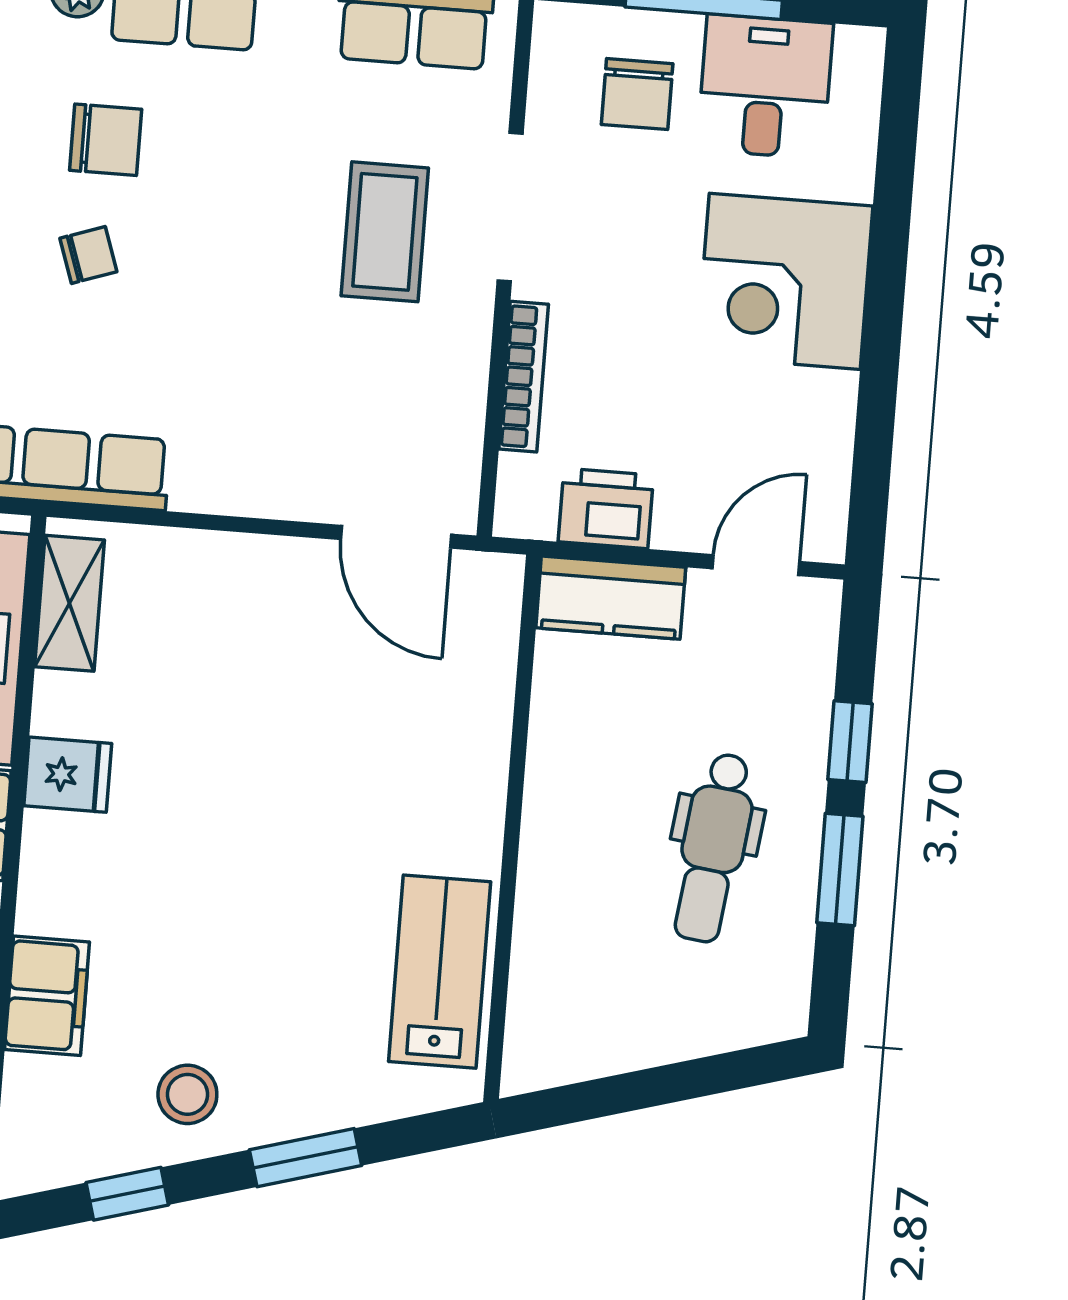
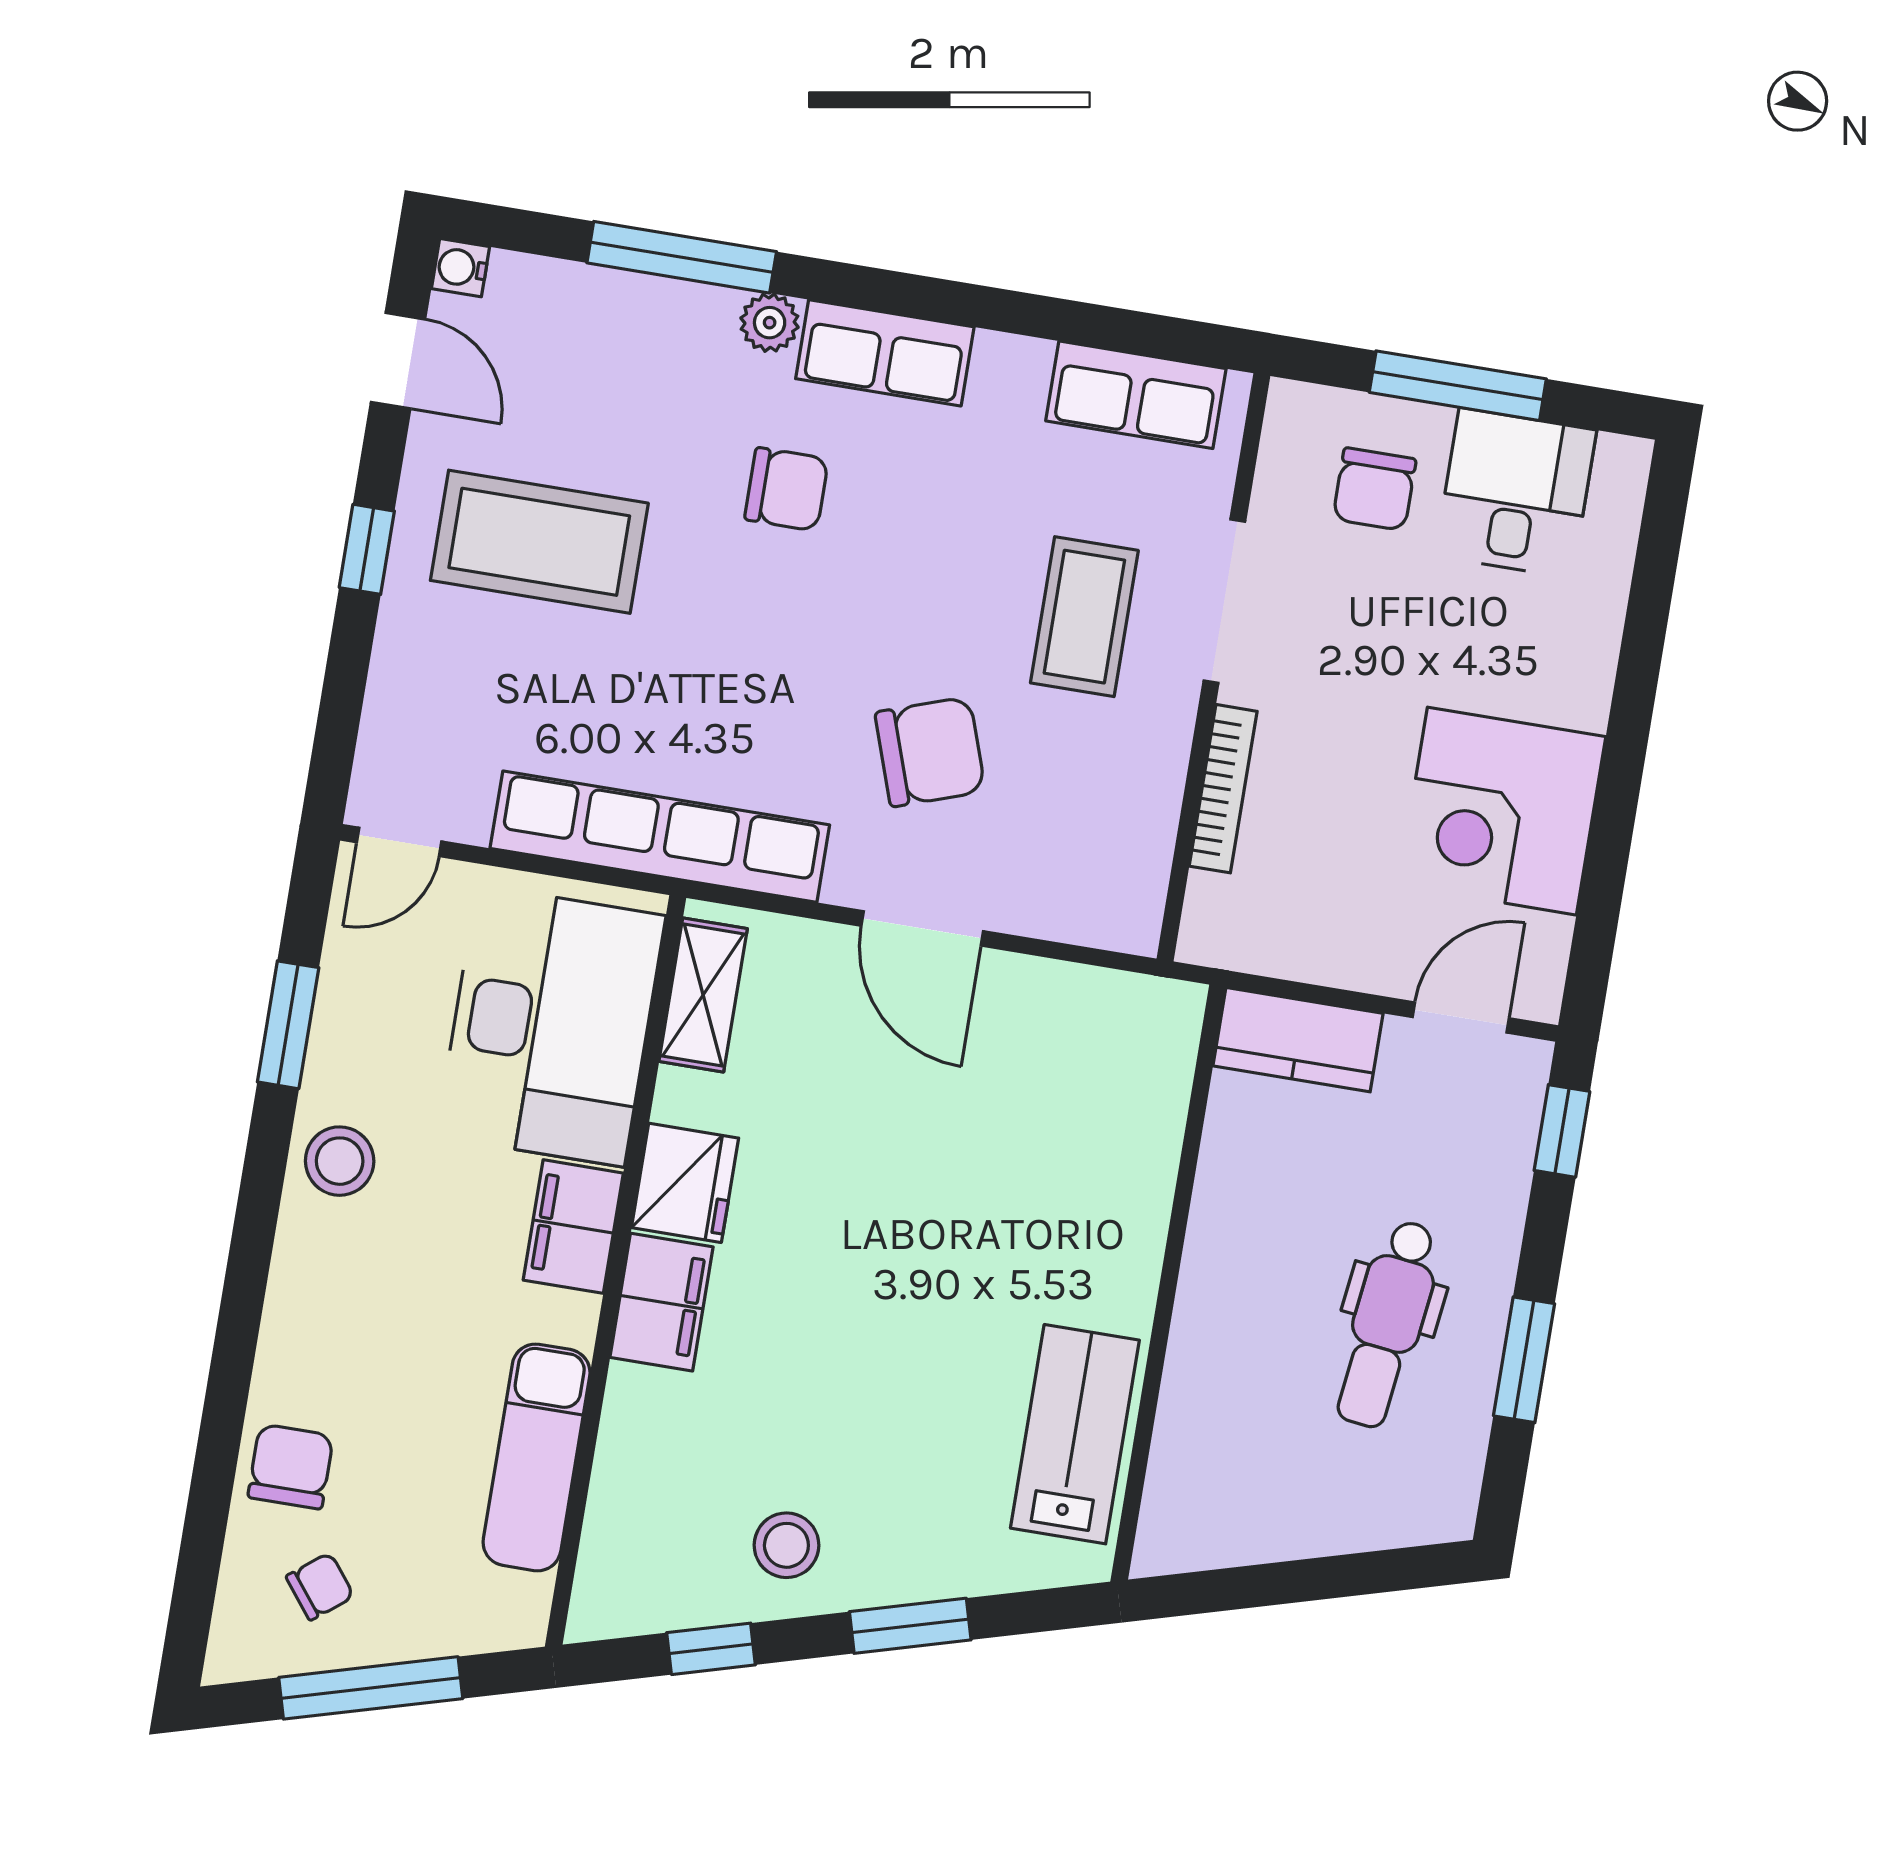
chair: (88, 255) -> (930, 752), moved, width x1.87, depth x1.87
corner desk: (785, 281) -> (1502, 811), moved
printer: (606, 508) -> (1301, 941), removed
door: (396, 537) -> (922, 928), moved
window: (850, 742) -> (1562, 1131), moved
fridge: (68, 775) -> (685, 1183), width x1.38
filing cabinet: (47, 996) -> (662, 1302), moved

